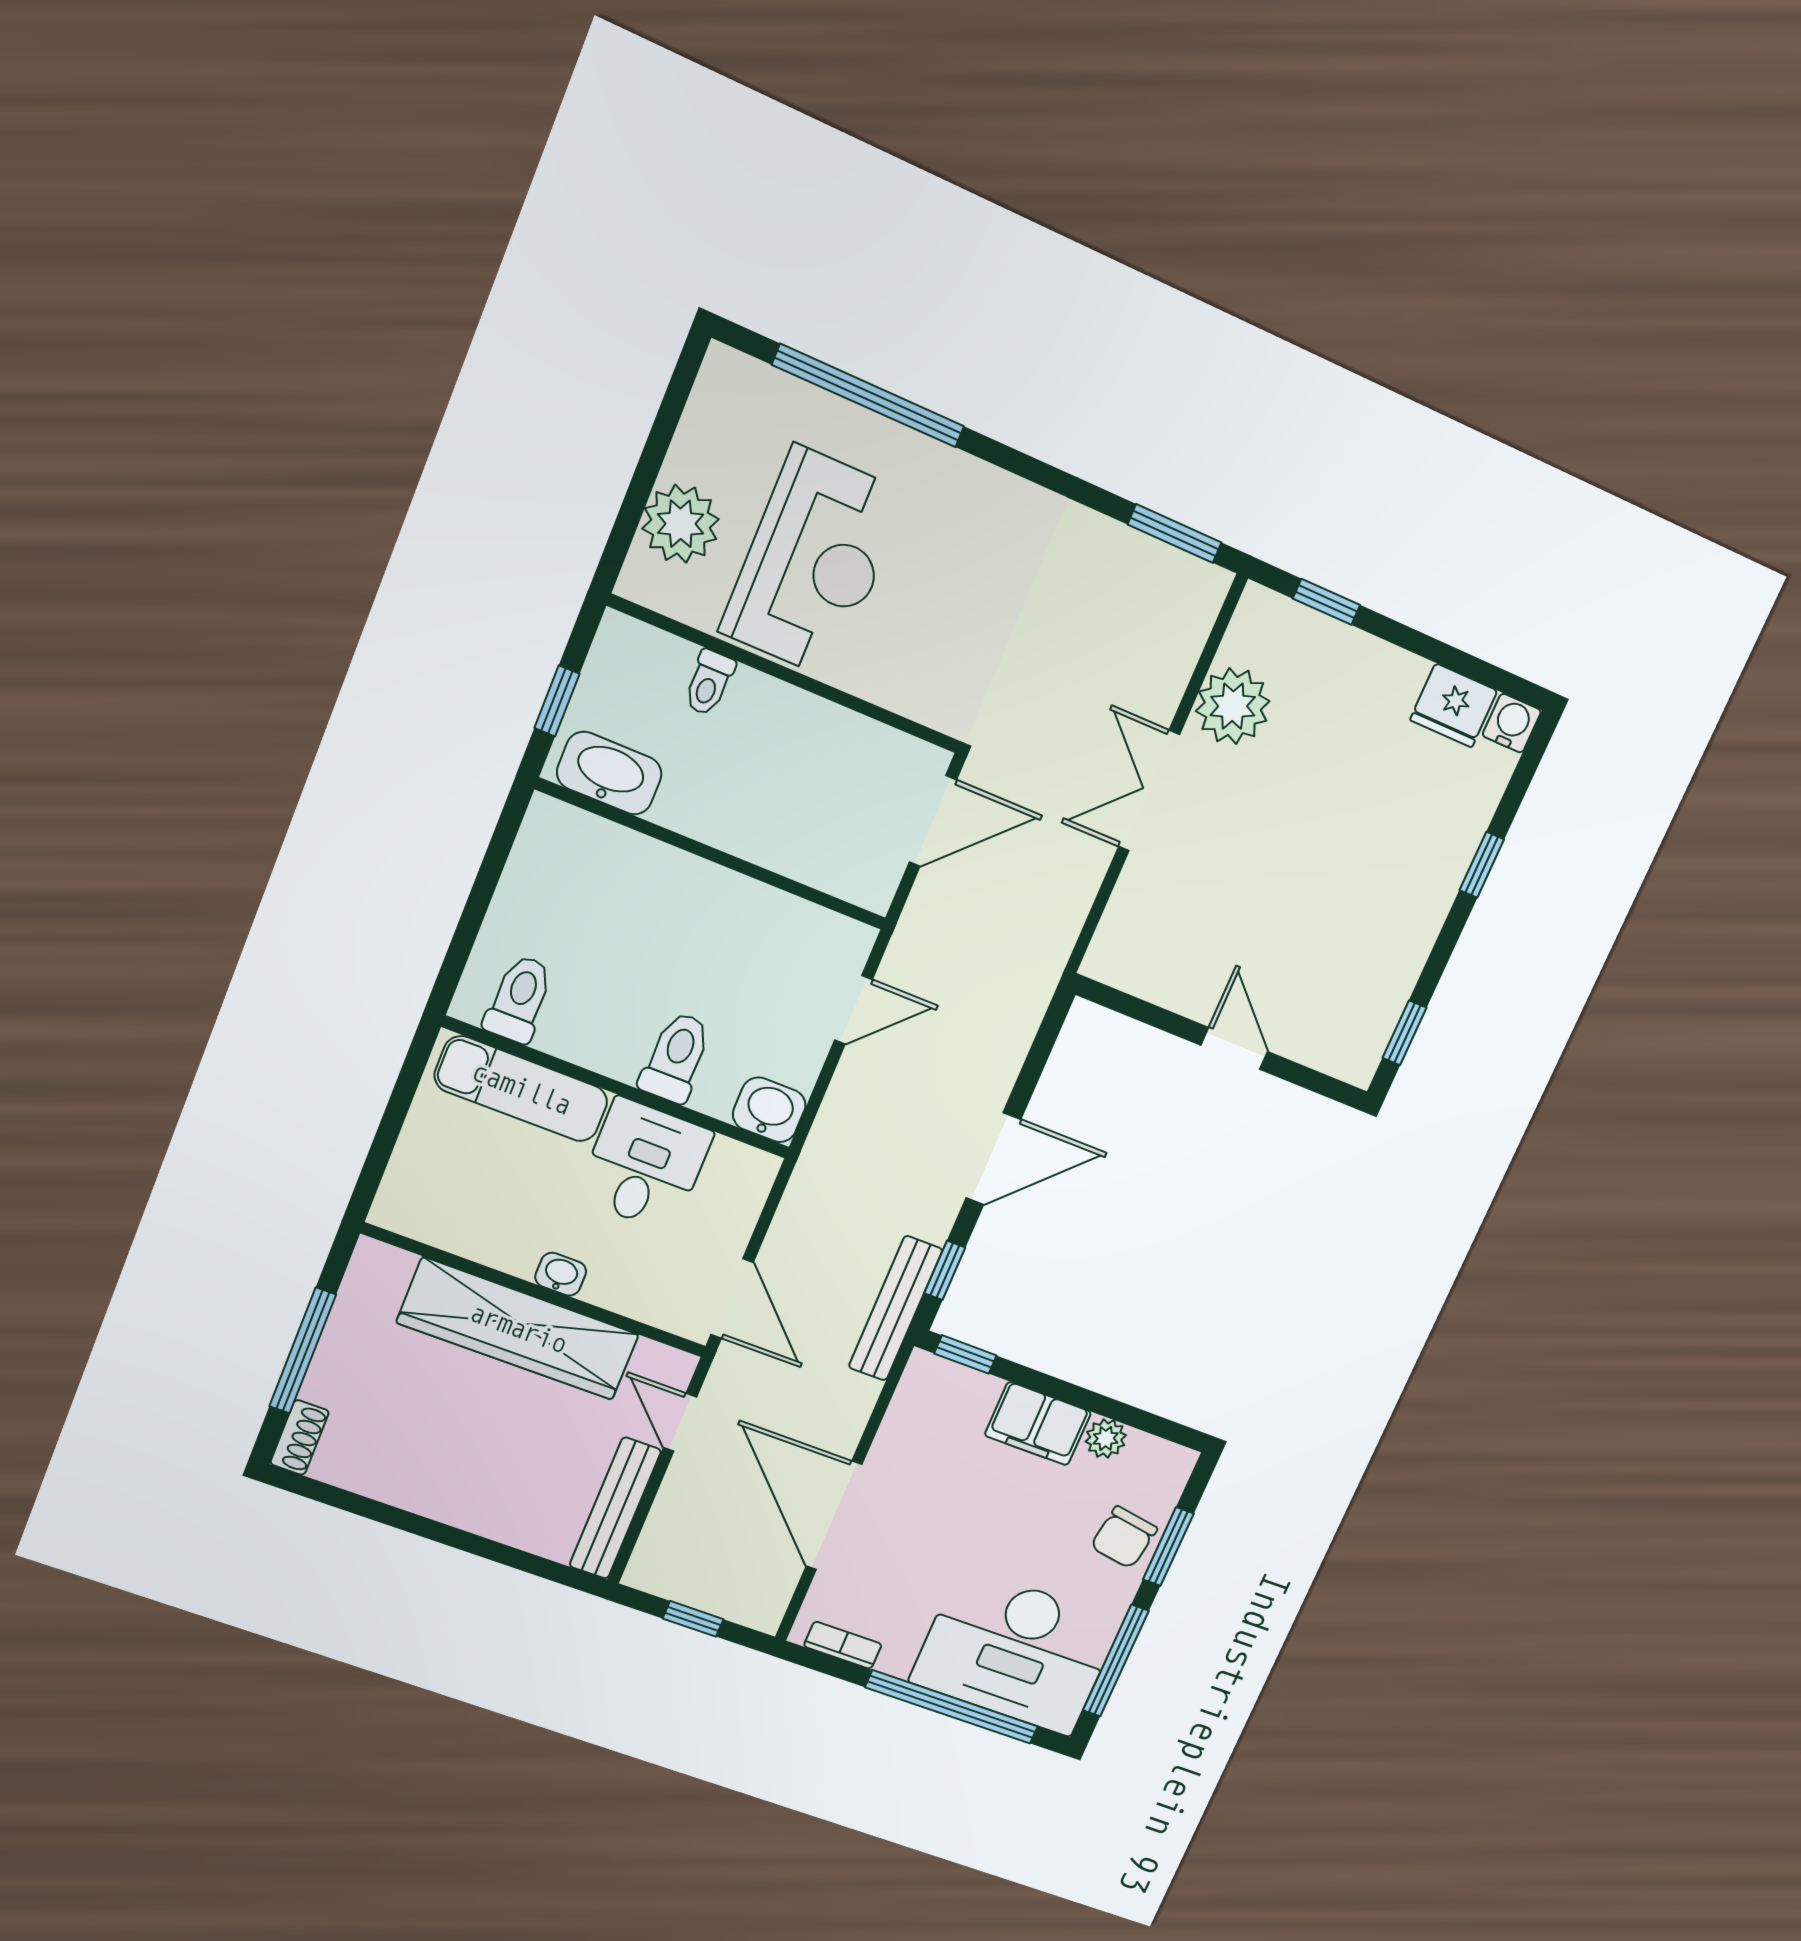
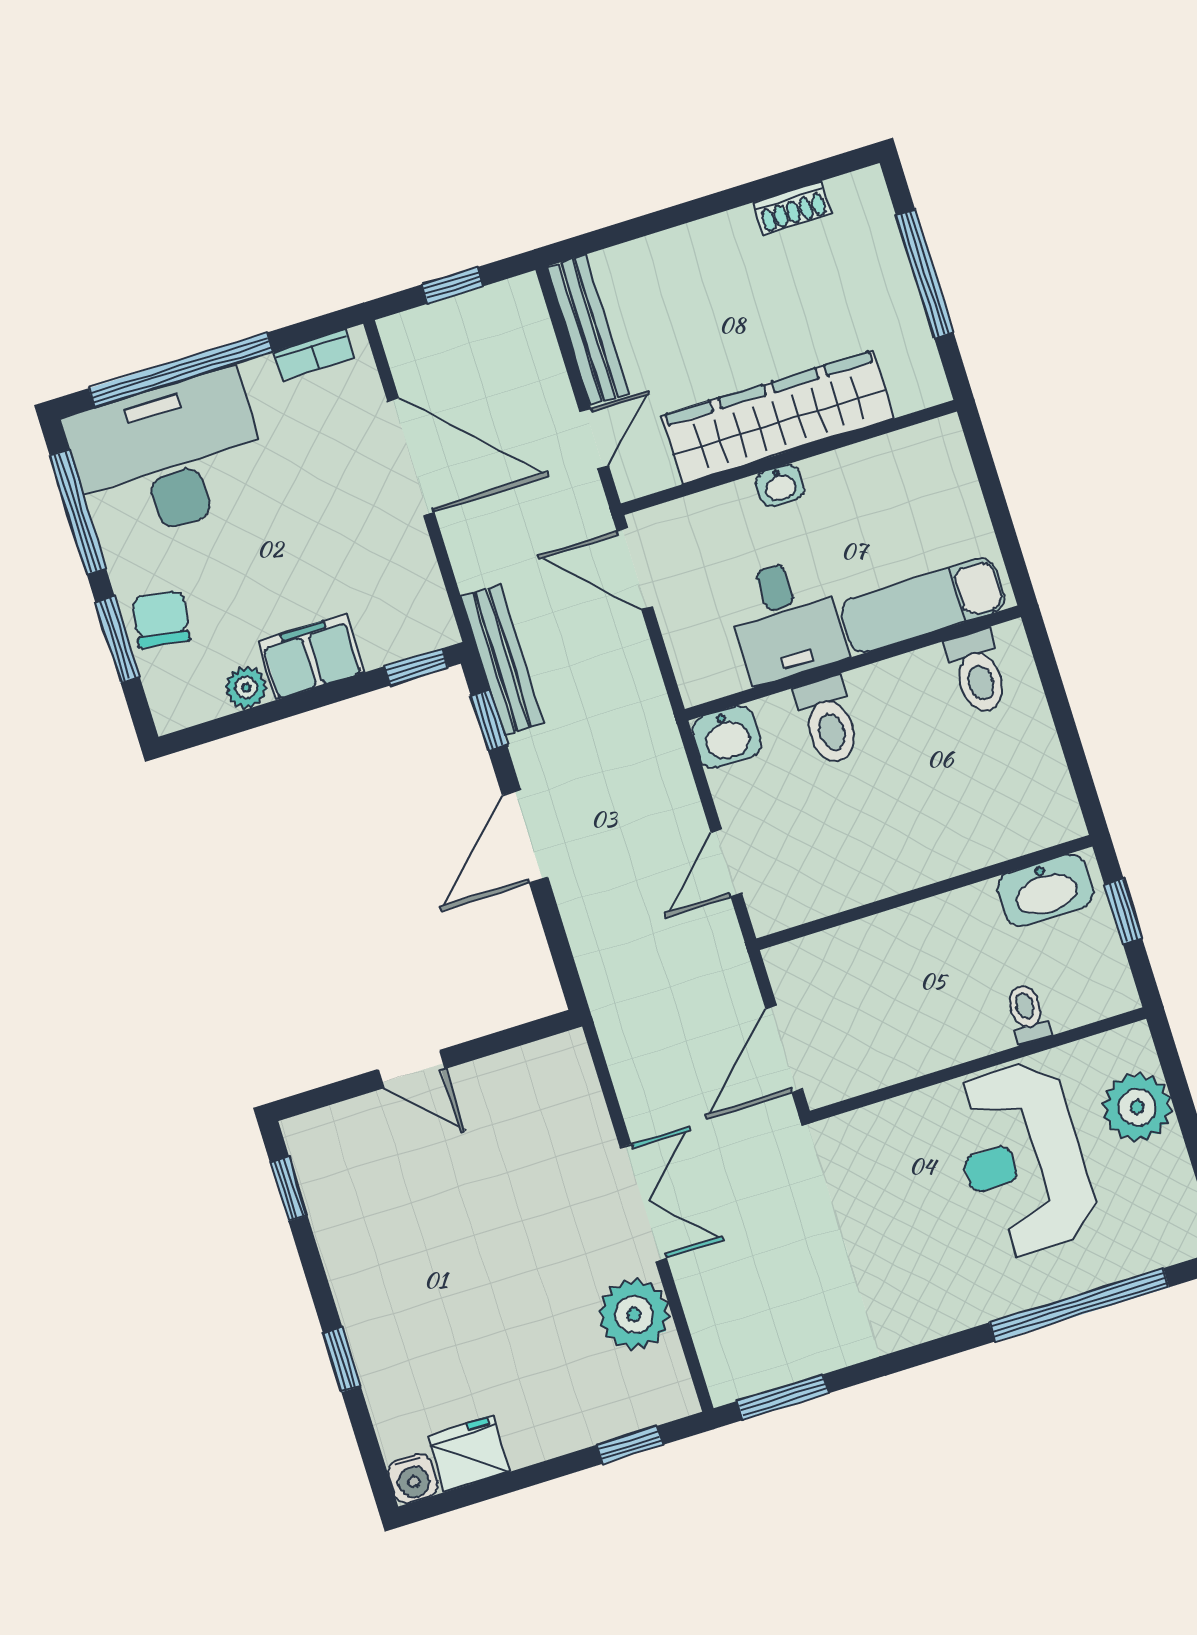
door: (680, 1422) -> (594, 439), hinge flipped
shoe rack: (300, 1437) -> (792, 208), moved, turned -90

